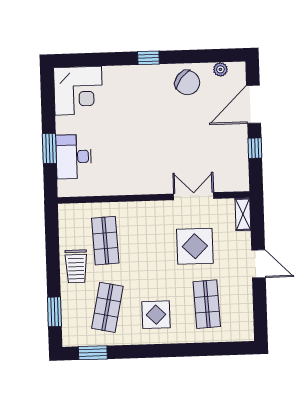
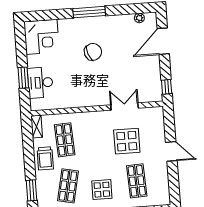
window: (148, 58) -> (89, 12), width x2.17
chair: (187, 83) -> (93, 52), moved, turned -58
window: (255, 148) -> (167, 87), moved
shelving: (243, 214) -> (37, 127), moved

